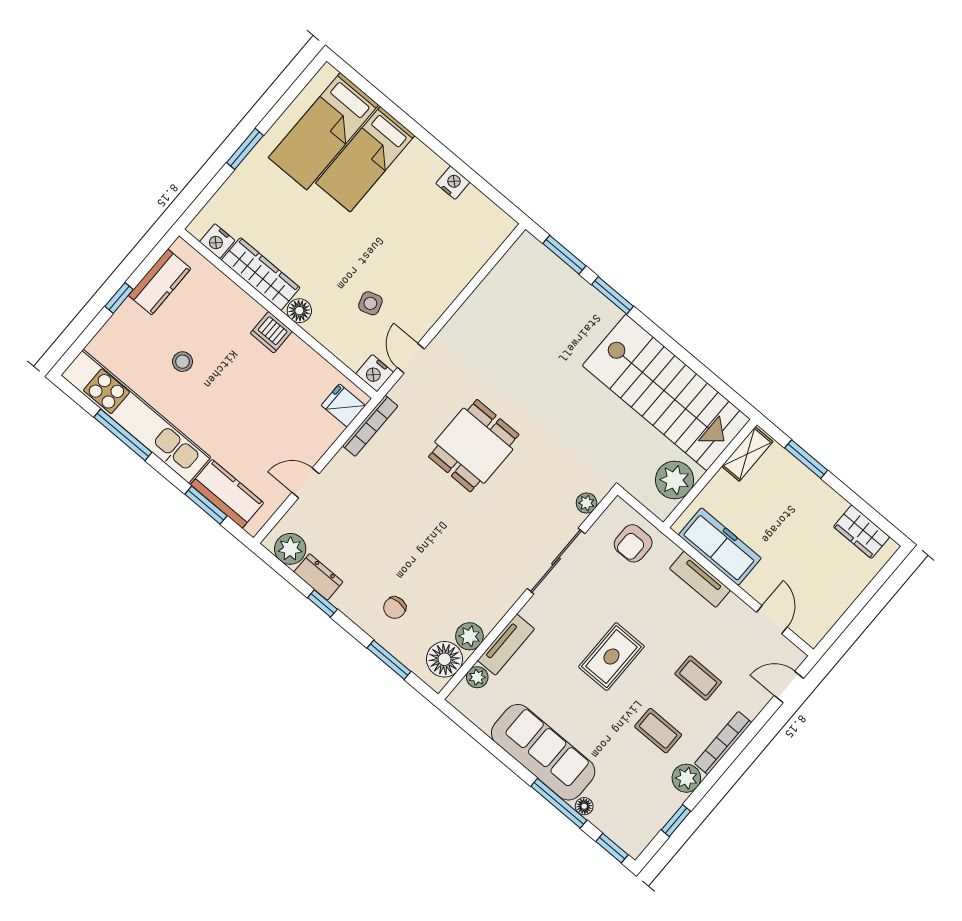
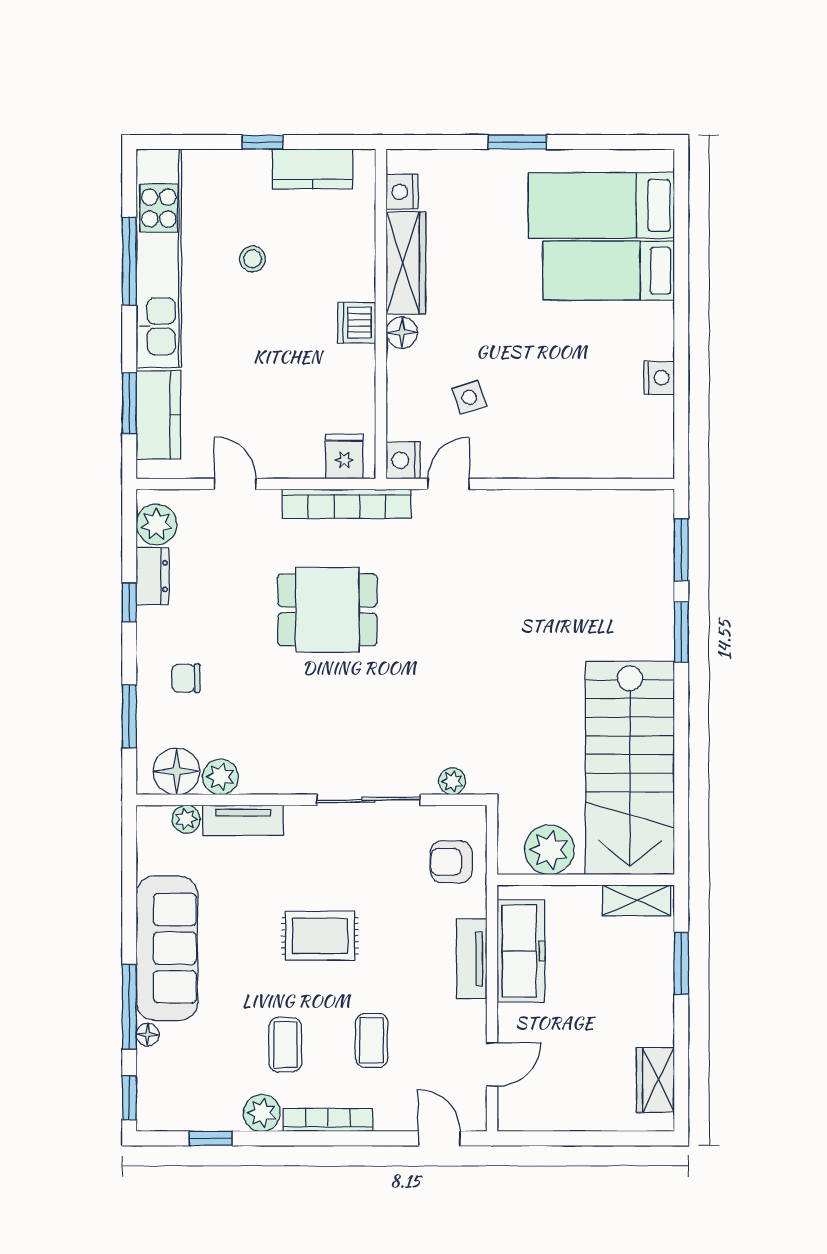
bookcase: (370, 426) -> (347, 504), width x1.48, depth x1.31
dining table: (474, 446) -> (327, 610), moved

